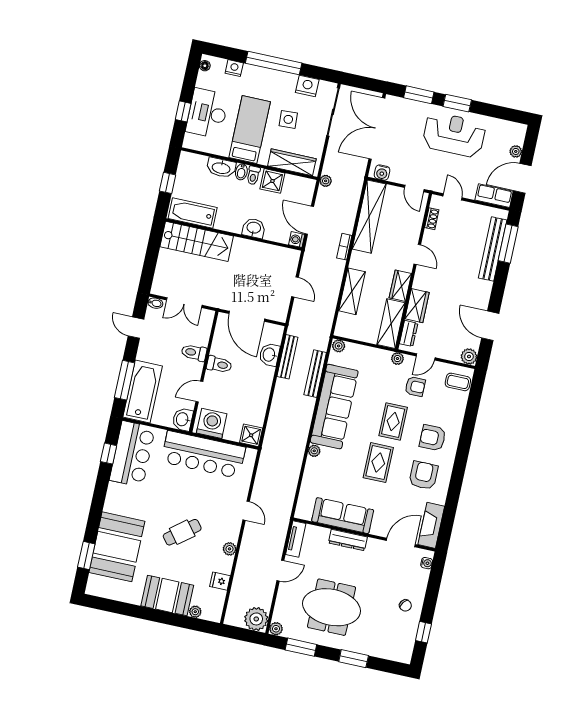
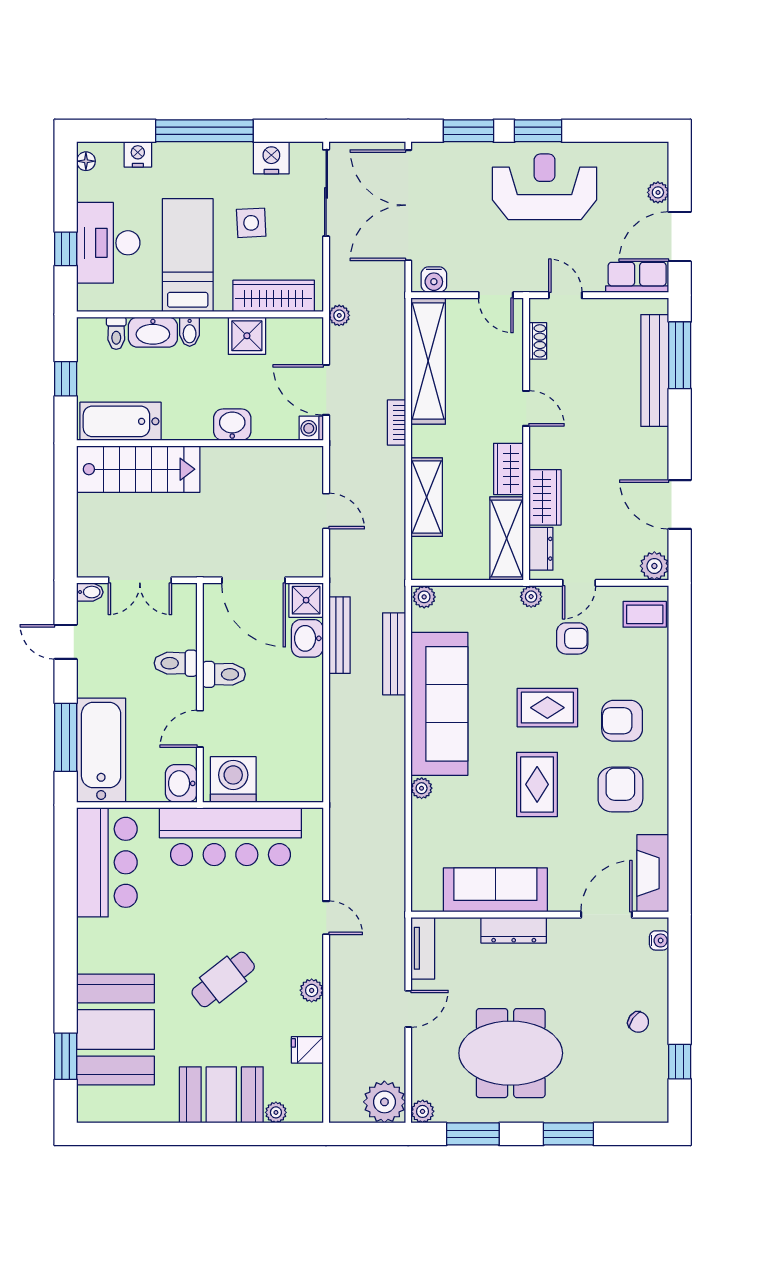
toilet: (253, 175) -> (116, 333), moved
rug: (393, 422) -> (547, 708), turned 90
shower: (251, 435) -> (306, 600), moved
window: (109, 454) -> (66, 871), removed

